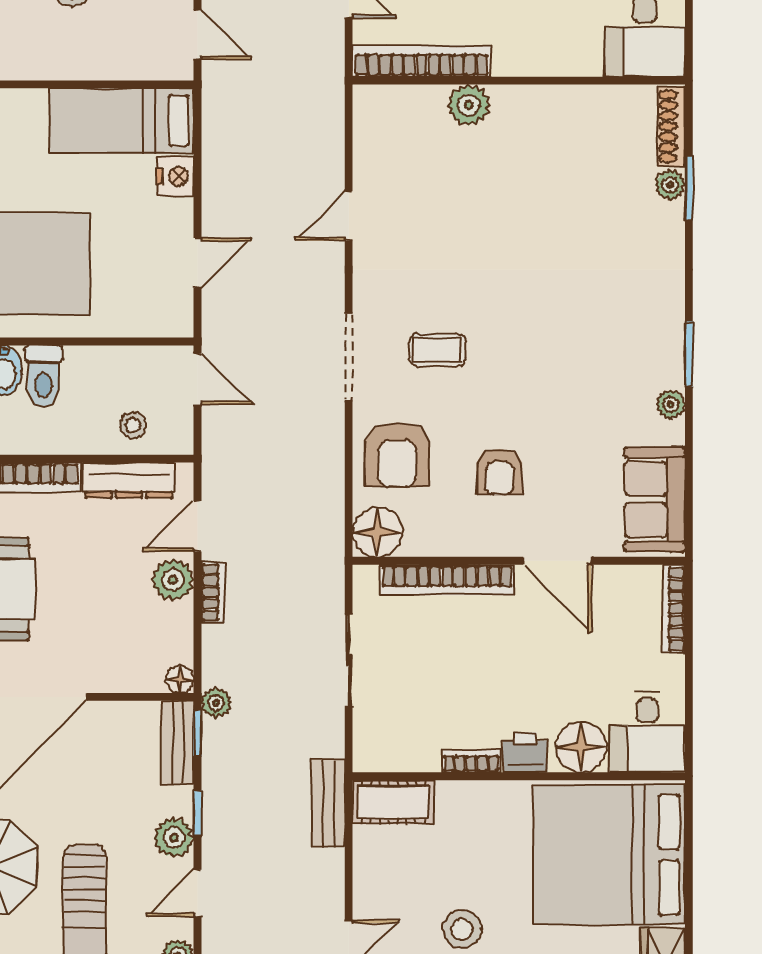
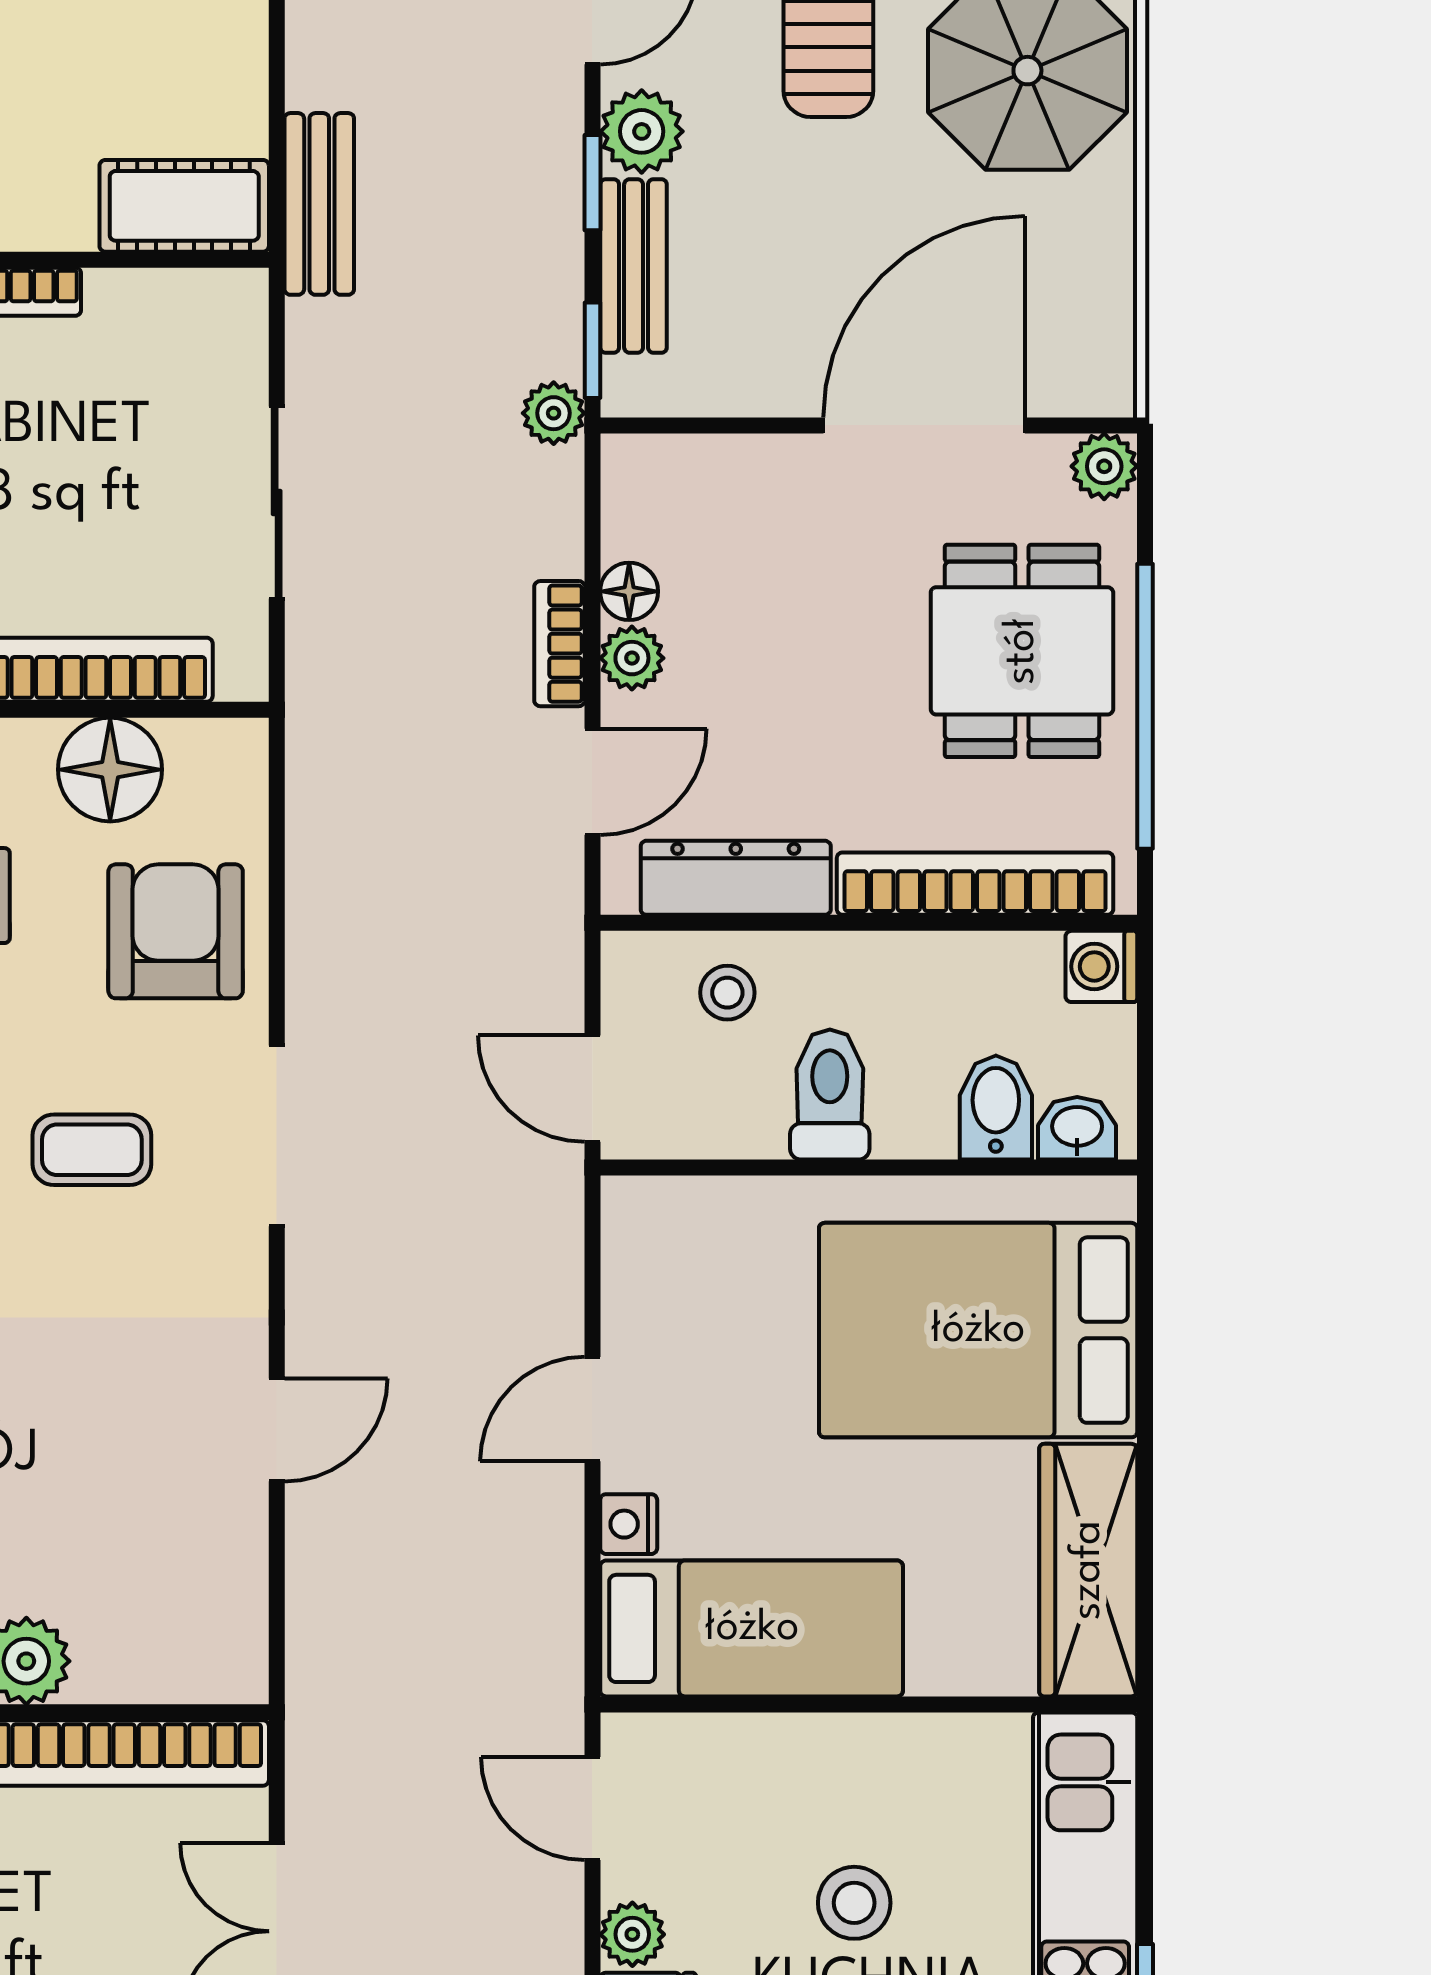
nightstand: (175, 176) -> (629, 1524), width x0.72, depth x0.74
door: (197, 263) -> (592, 1409), moved
toilet: (44, 376) -> (830, 1095), moved
floor lamp: (377, 532) -> (110, 770), moved
plant: (173, 580) -> (632, 658), width x0.73, depth x0.73
floor lamp: (180, 679) -> (629, 591), moved
bench: (178, 742) -> (634, 266), moved

